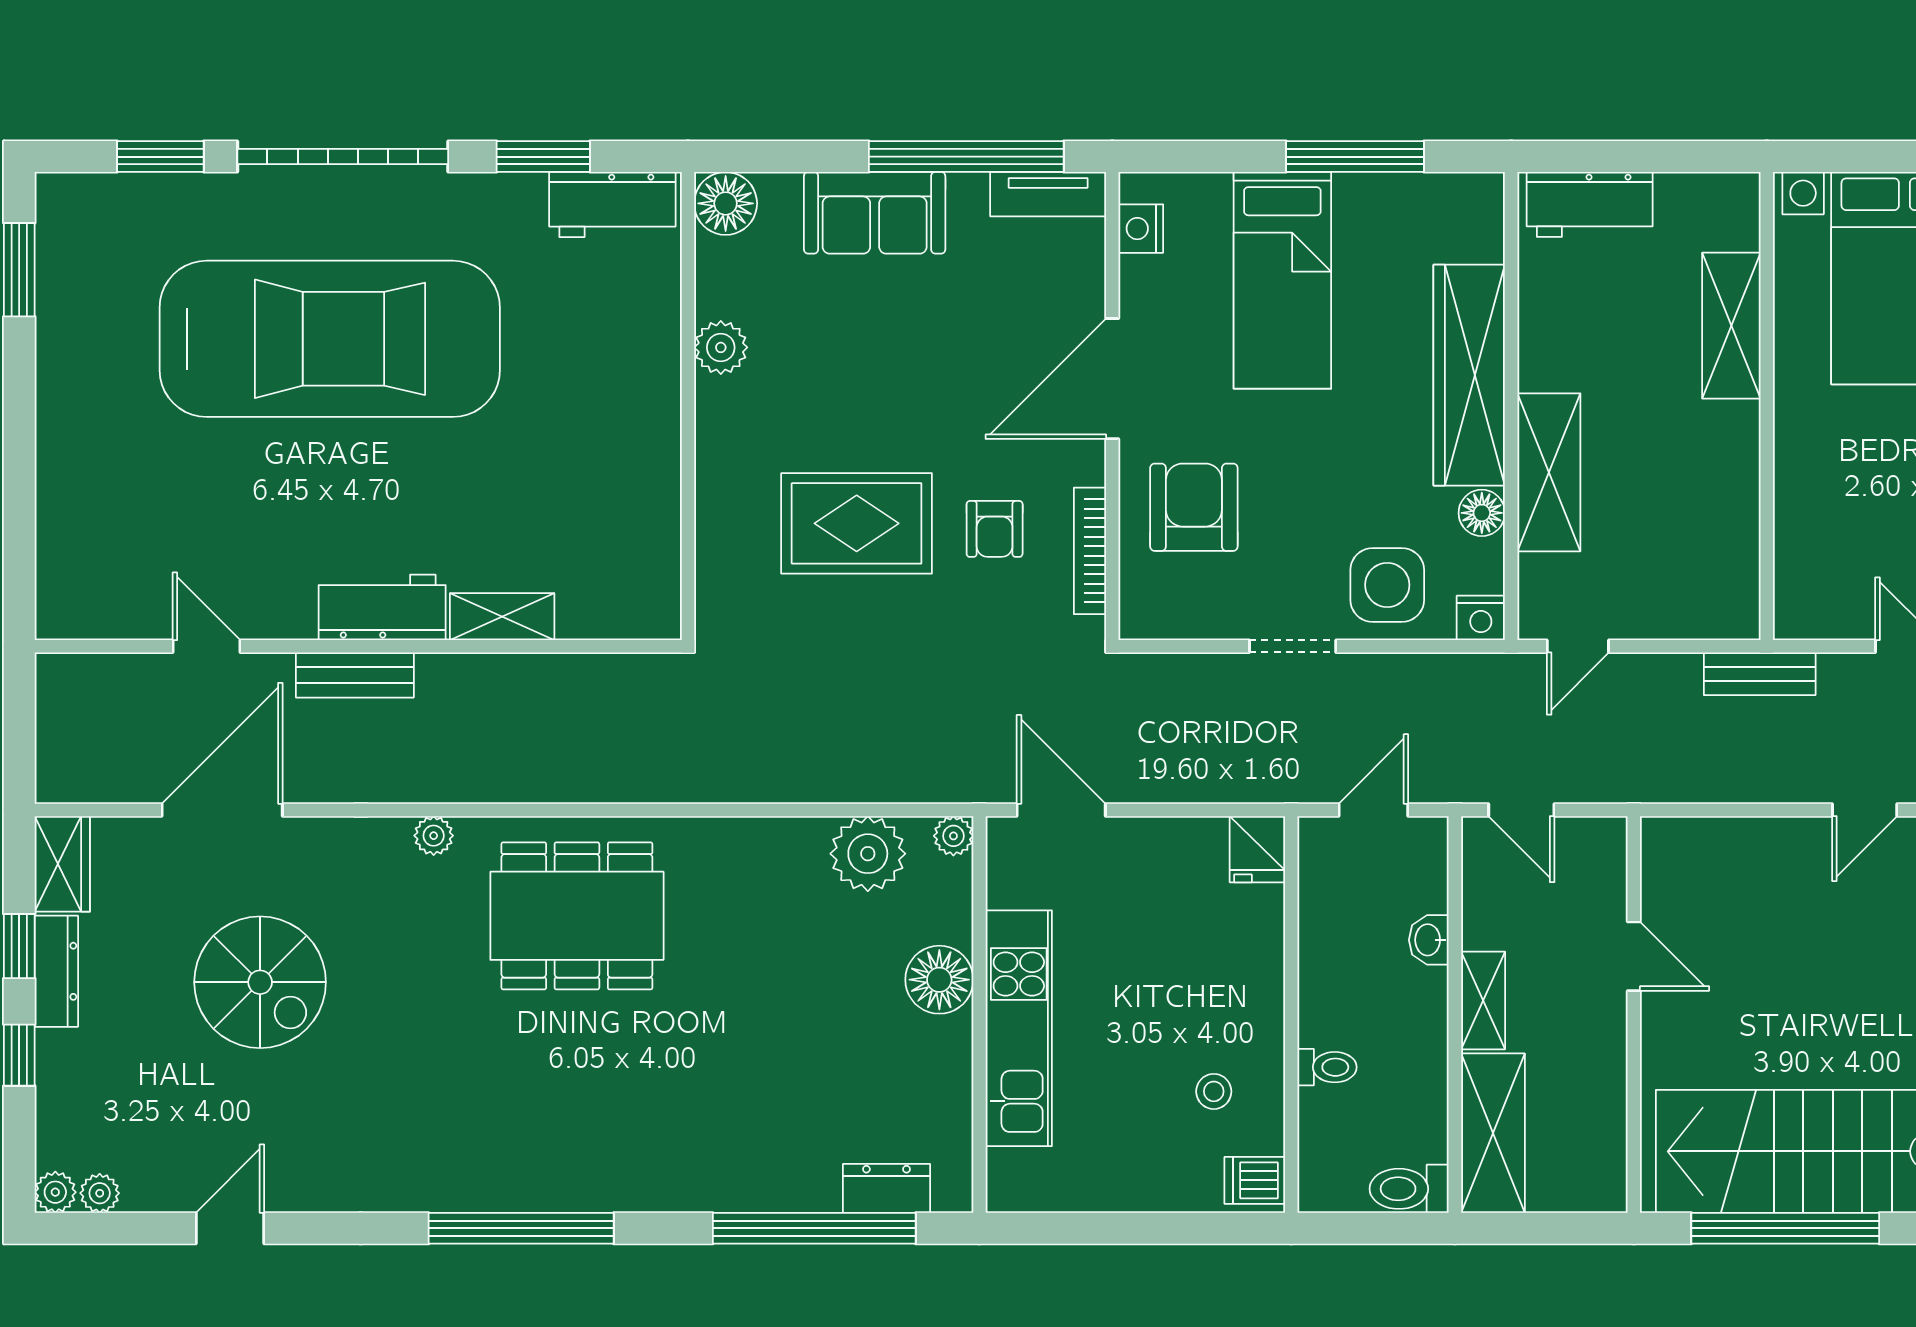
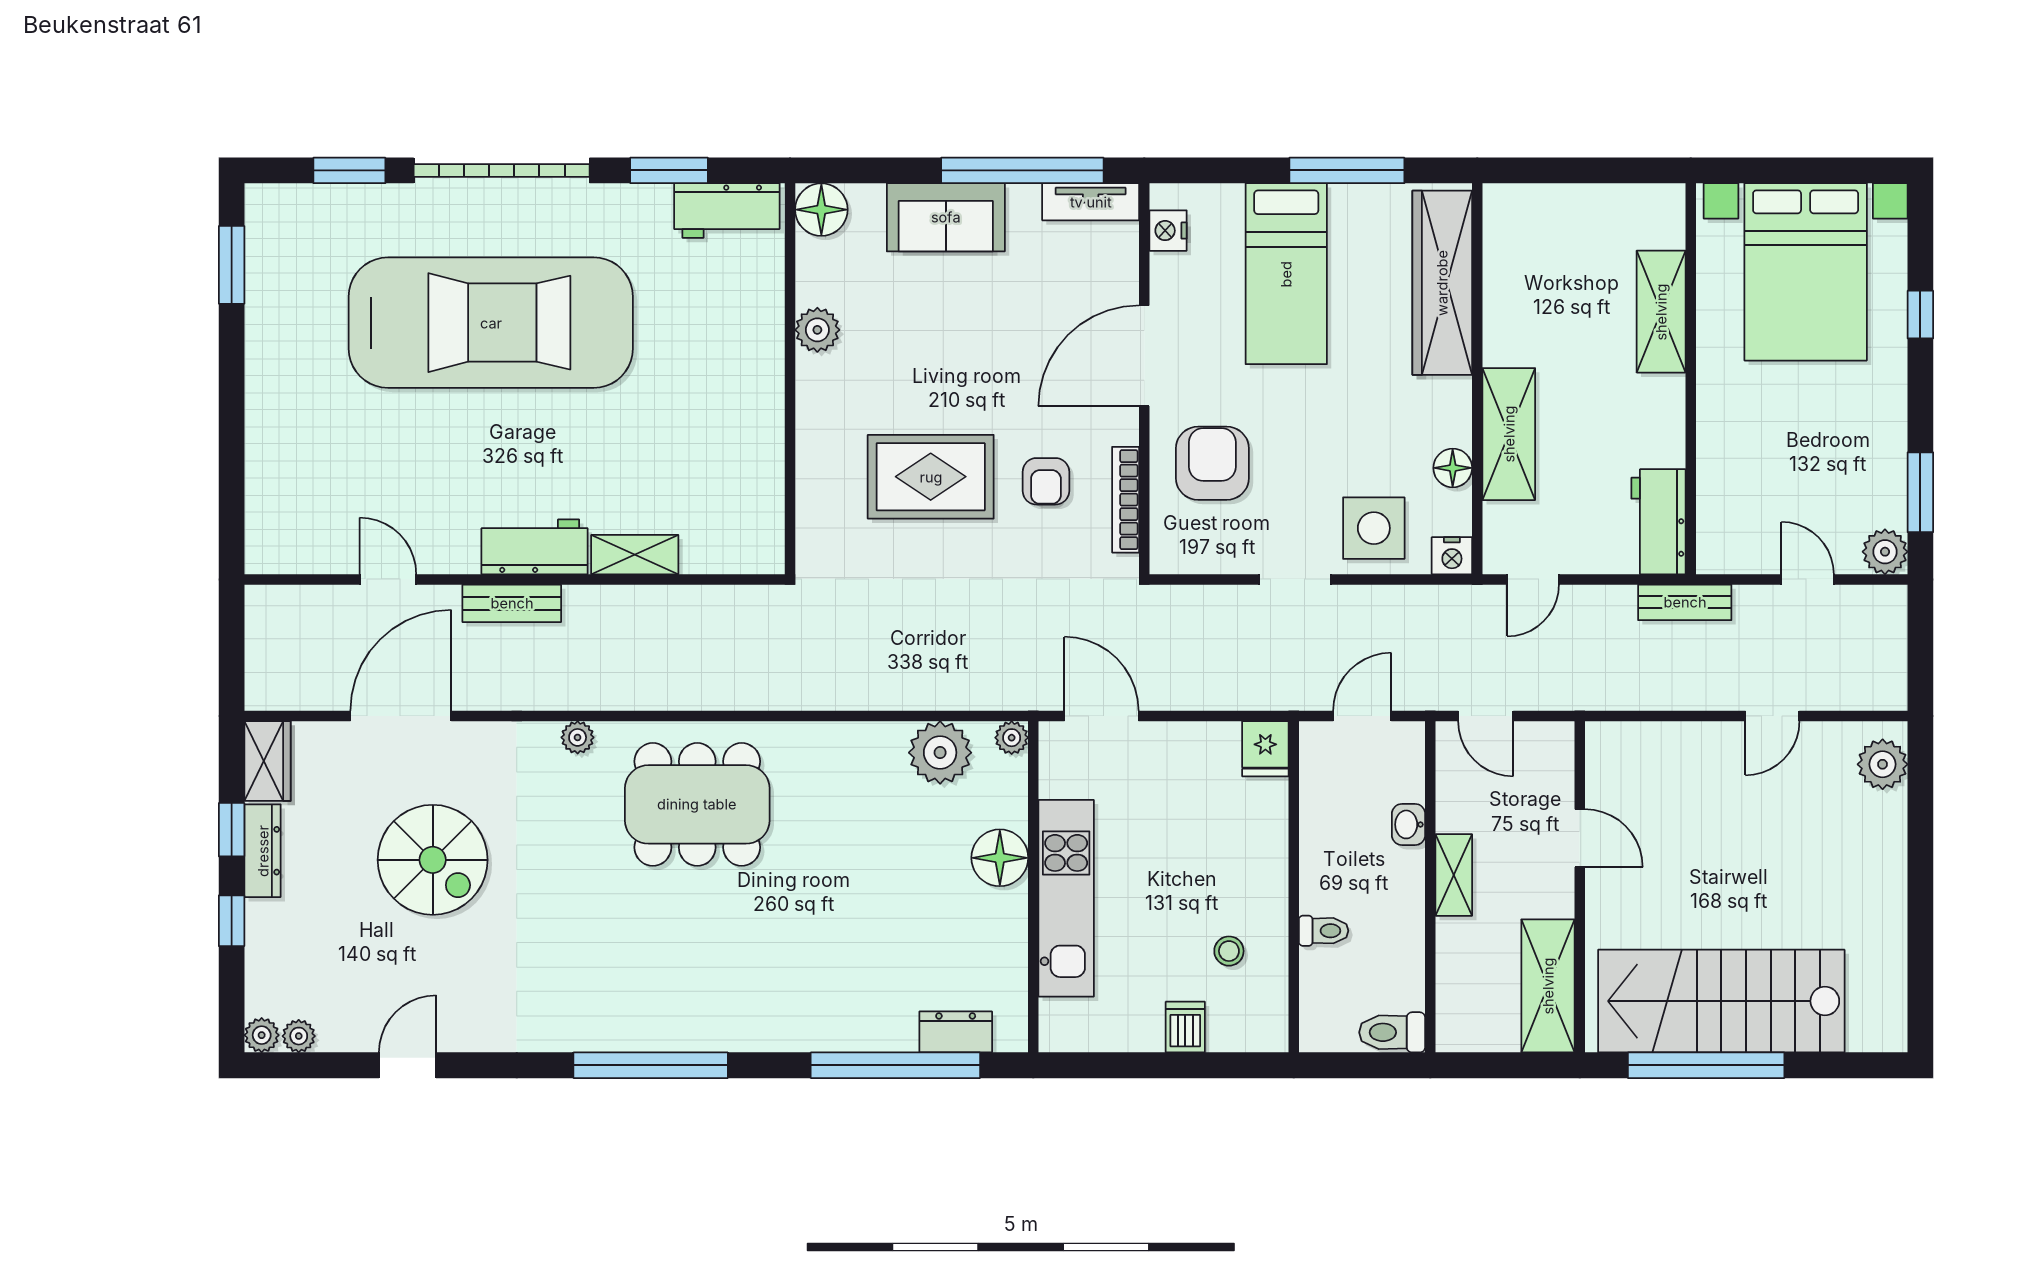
workbench: (1590, 204) -> (1658, 522), moved, turned 90
wardrobe: (1469, 375) -> (1442, 283), moved
shelving: (1493, 1133) -> (1548, 986), moved
dishwasher: (1255, 1180) -> (1185, 1027), moved, turned 90

